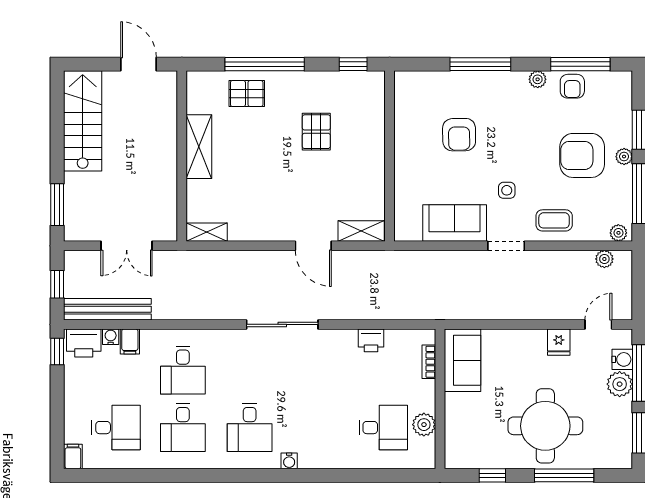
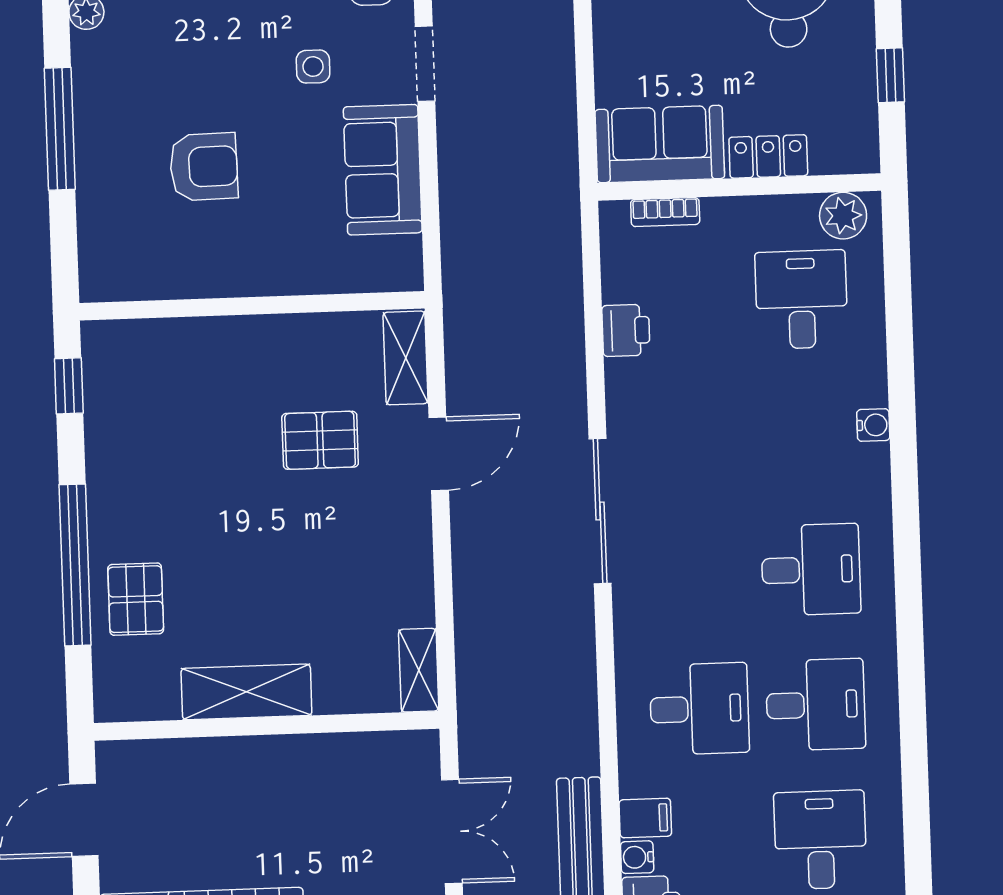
pallet: (316, 132) -> (320, 440), moved
locker: (454, 414) -> (768, 156), added
plant: (424, 425) -> (843, 216), moved
water cooler: (289, 461) -> (873, 425), moved

